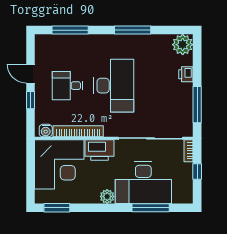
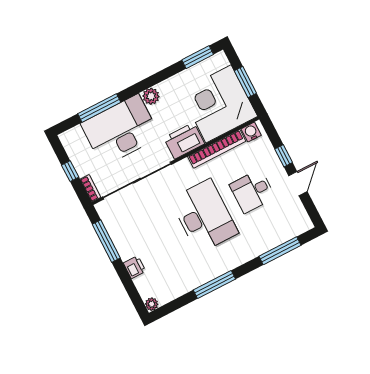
plant: (183, 45) -> (152, 304), width x0.53, depth x0.53
door: (30, 74) -> (298, 184), hinge flipped
desk: (68, 86) -> (252, 191), turned 180
desk: (114, 86) -> (204, 216), turned 180
window: (30, 171) -> (245, 82), added

